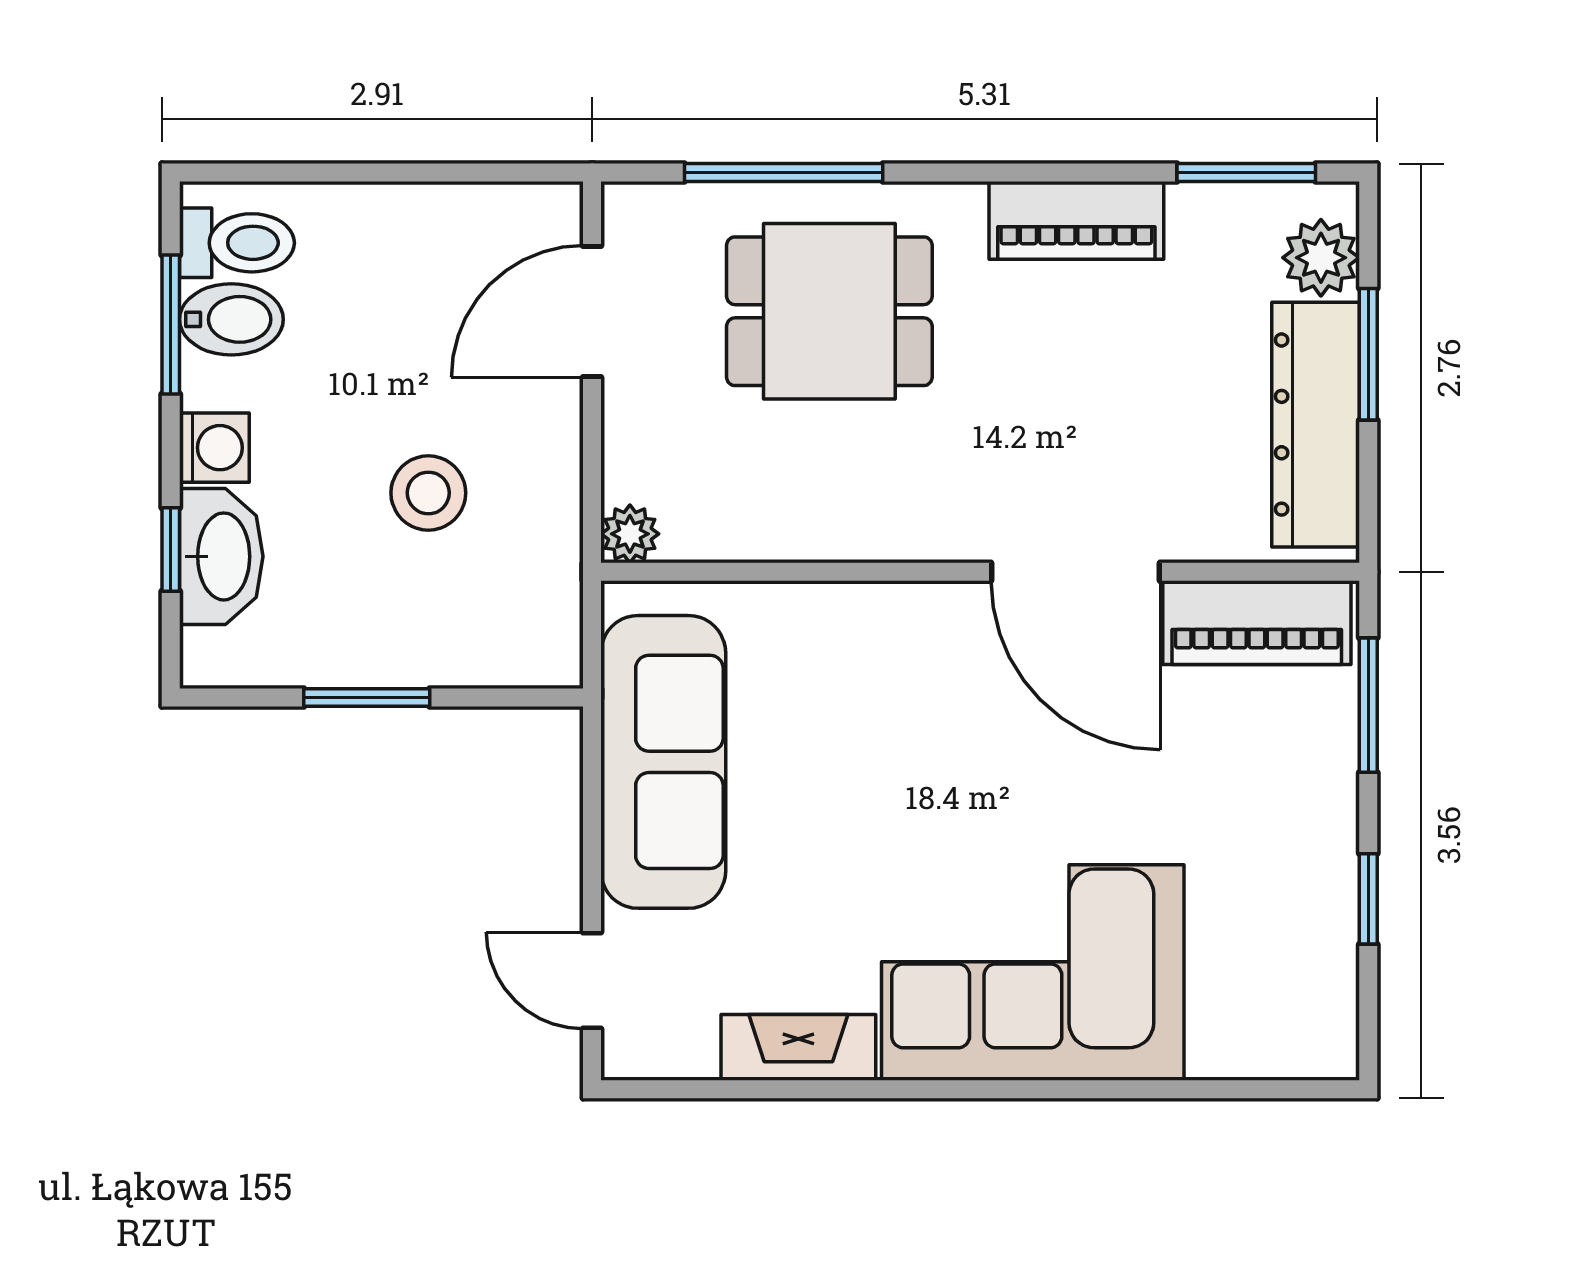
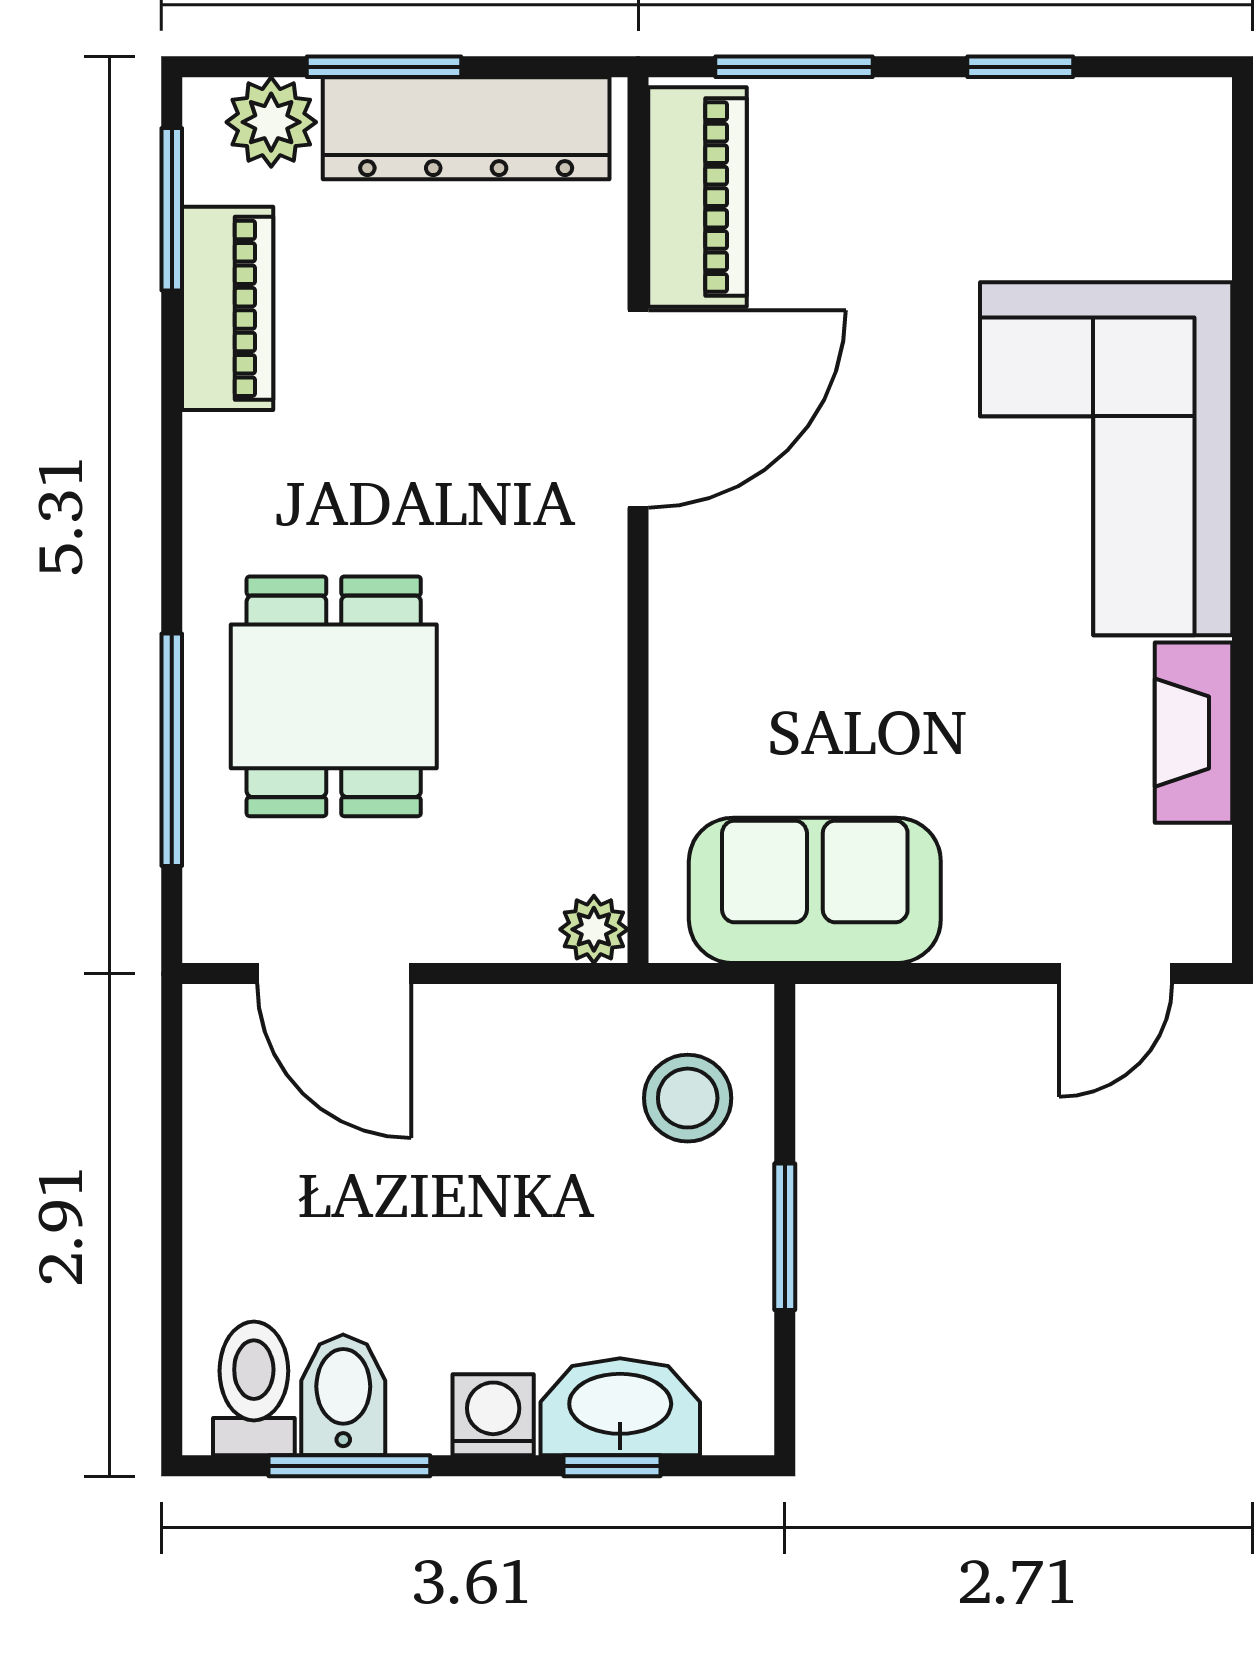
piano: (1076, 220) -> (228, 308), moved
stool: (428, 493) -> (688, 1098), moved
sofa: (663, 762) -> (815, 890), width x0.73

